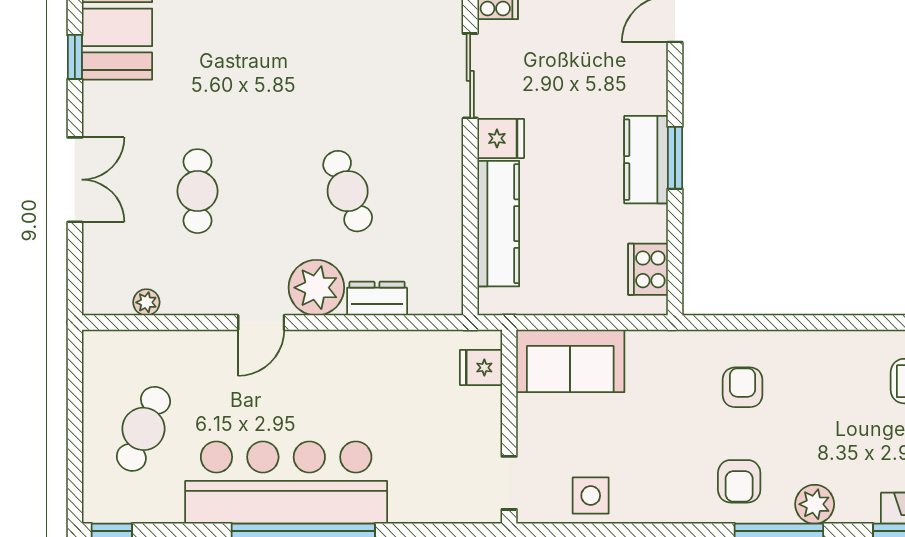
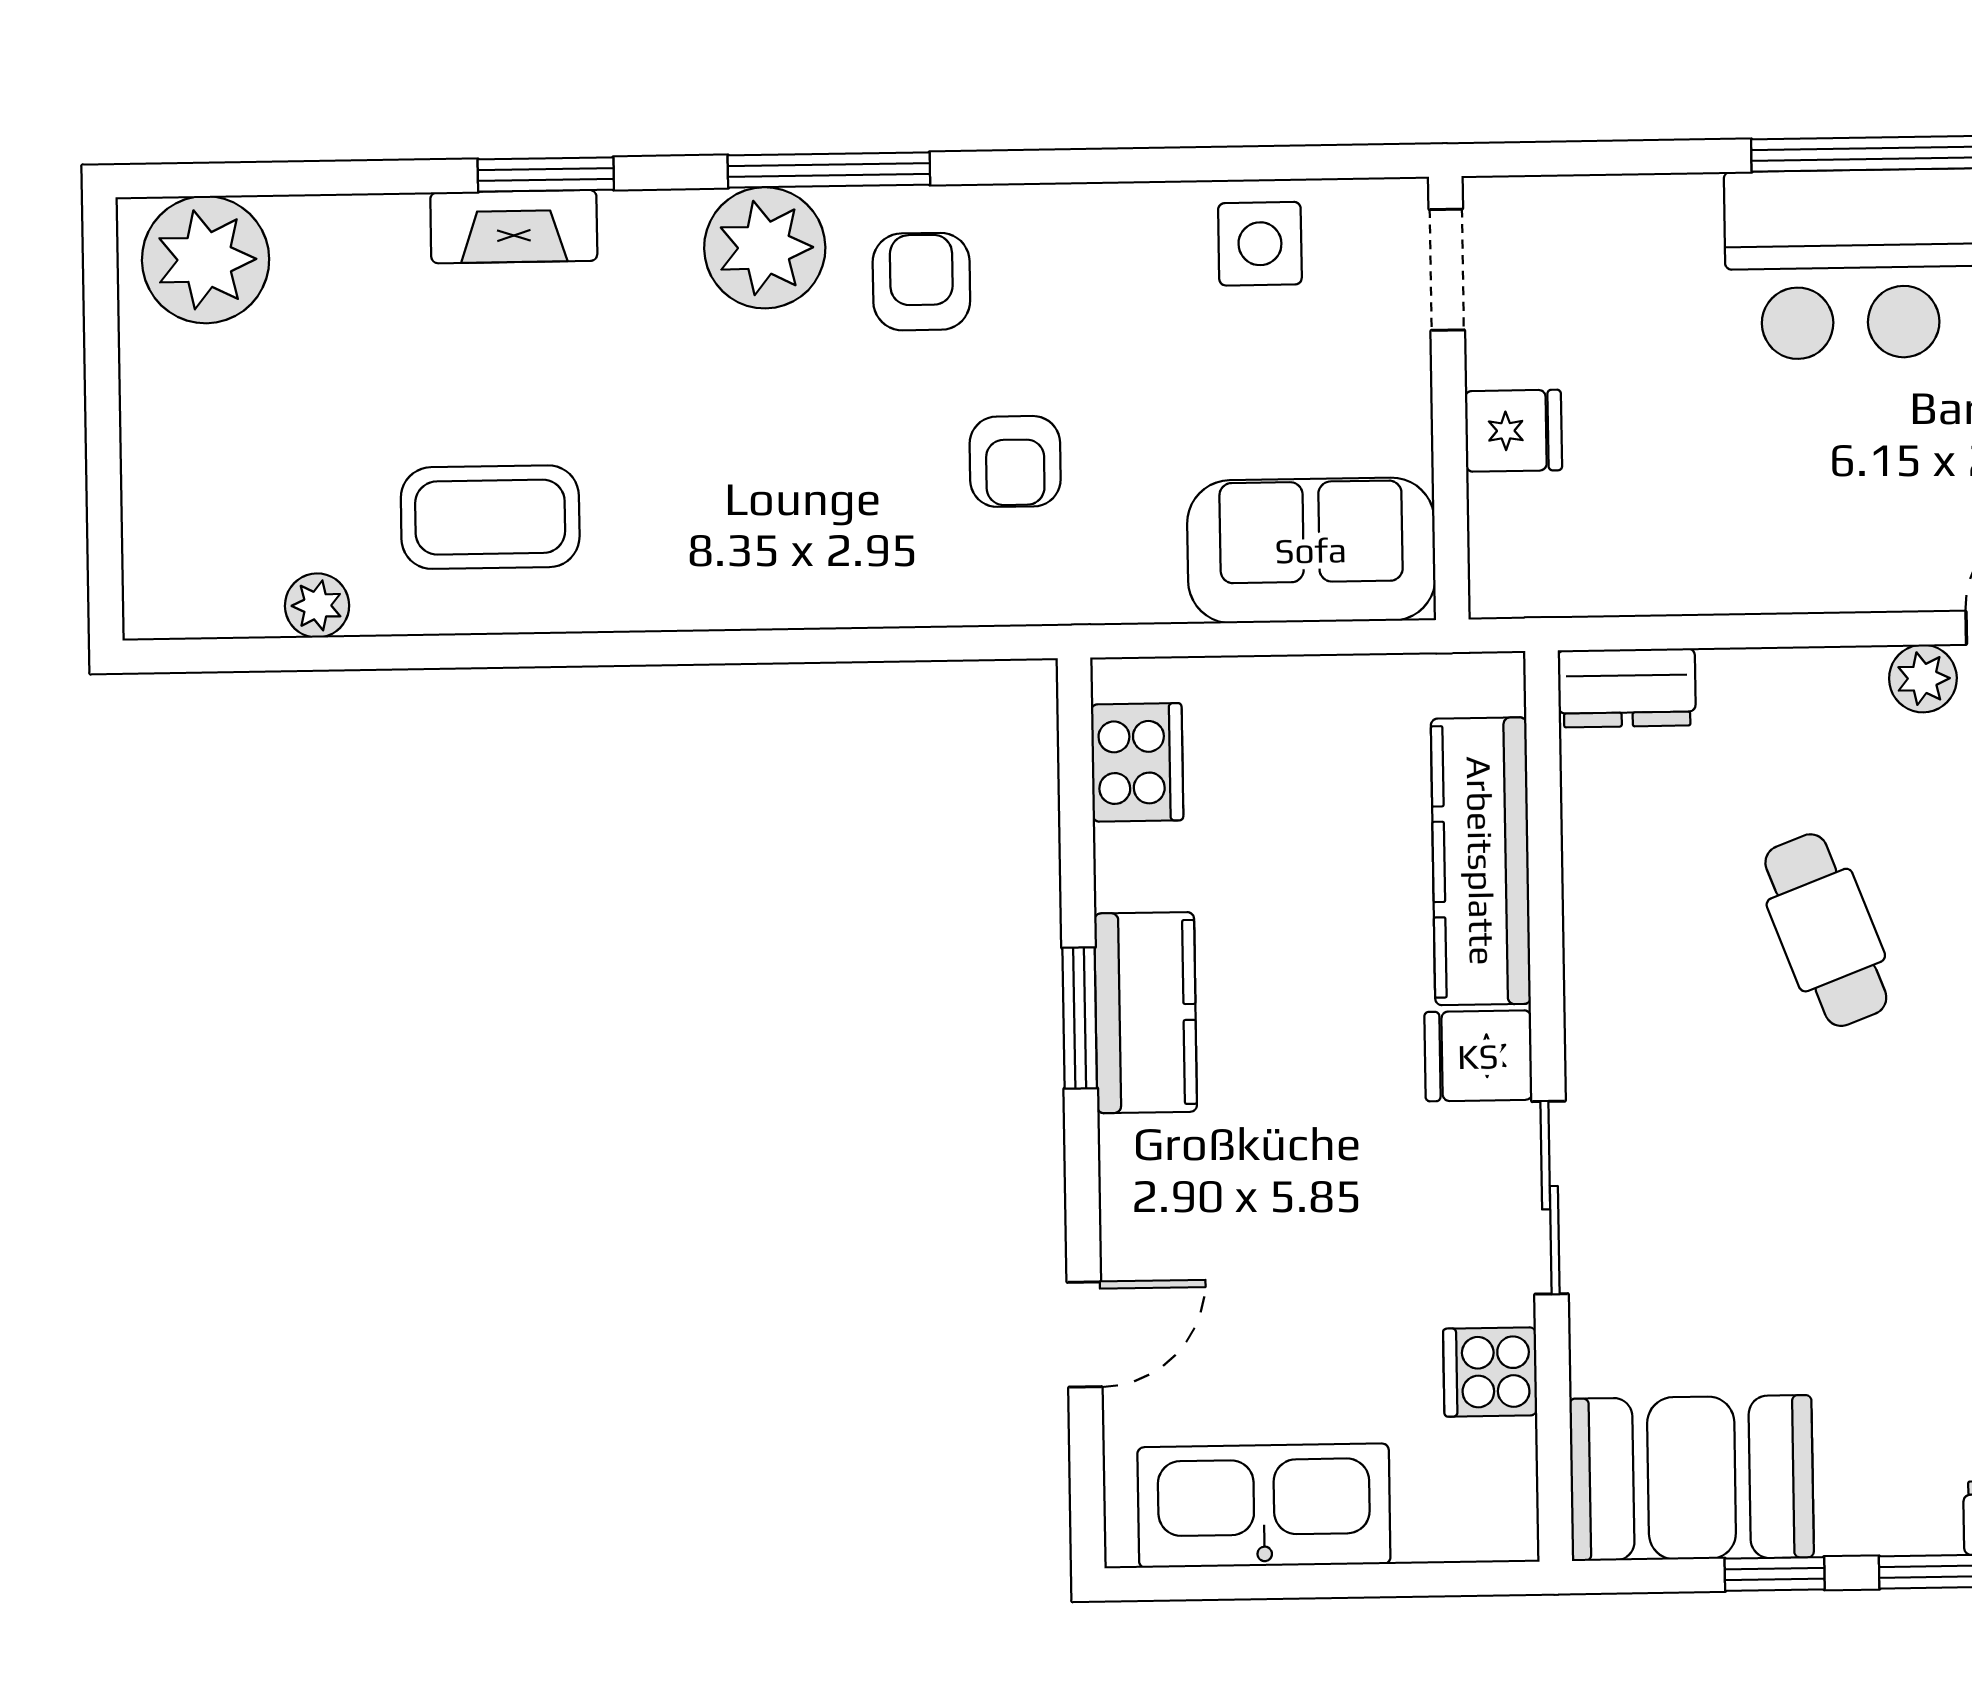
plant: (316, 288) -> (1923, 679), width x0.53, depth x0.53
dresser: (377, 299) -> (1627, 688), moved
fridge: (481, 368) -> (1513, 431), moved
armchair: (742, 387) -> (1015, 461), moved
plant: (815, 504) -> (765, 248), width x1.36, depth x1.36

